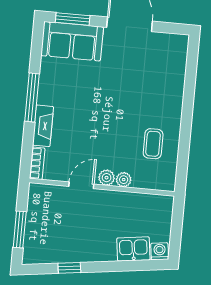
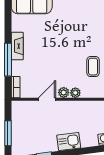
window: (32, 98) -> (8, 60), moved
fireplace: (43, 126) -> (17, 46), moved
kitchen sink: (133, 249) -> (69, 141), moved

